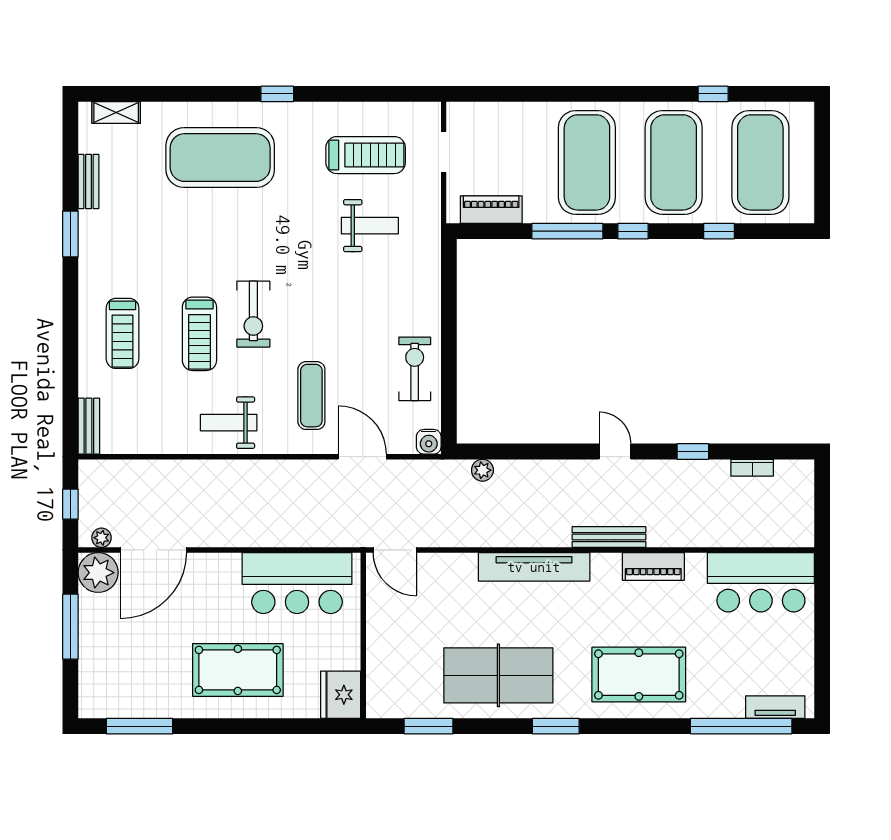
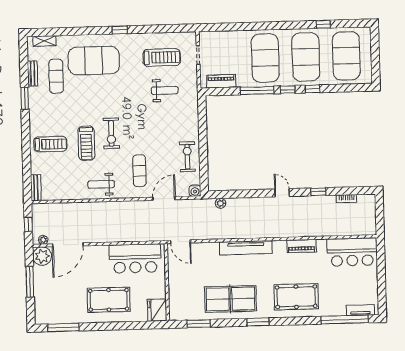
exercise mat: (139, 188) -> (56, 76), added
window: (719, 231) -> (312, 89), moved
treadmill: (123, 333) -> (50, 144), turned -90
door: (362, 457) -> (164, 199), hinge flipped
bench: (609, 537) -> (280, 233), removed

